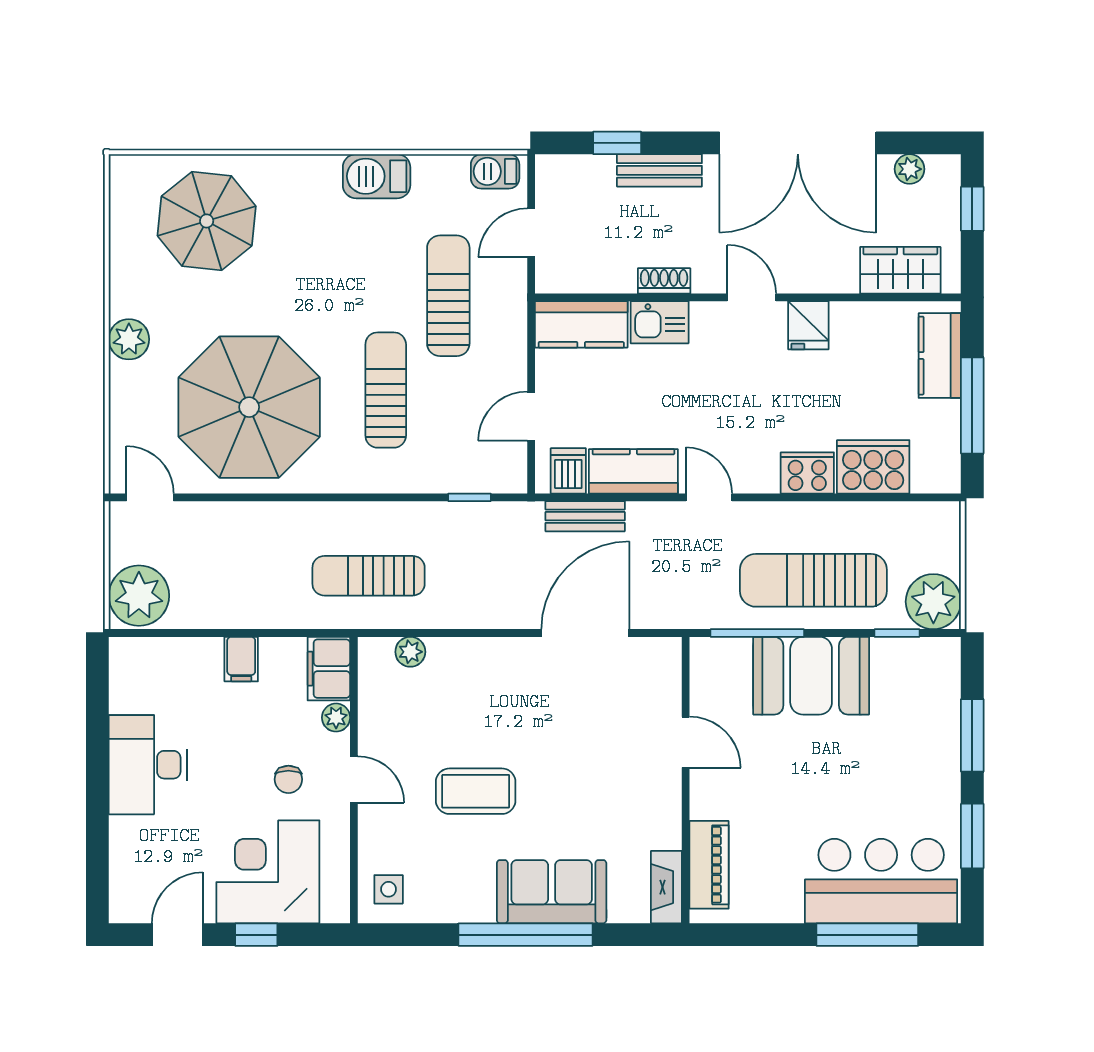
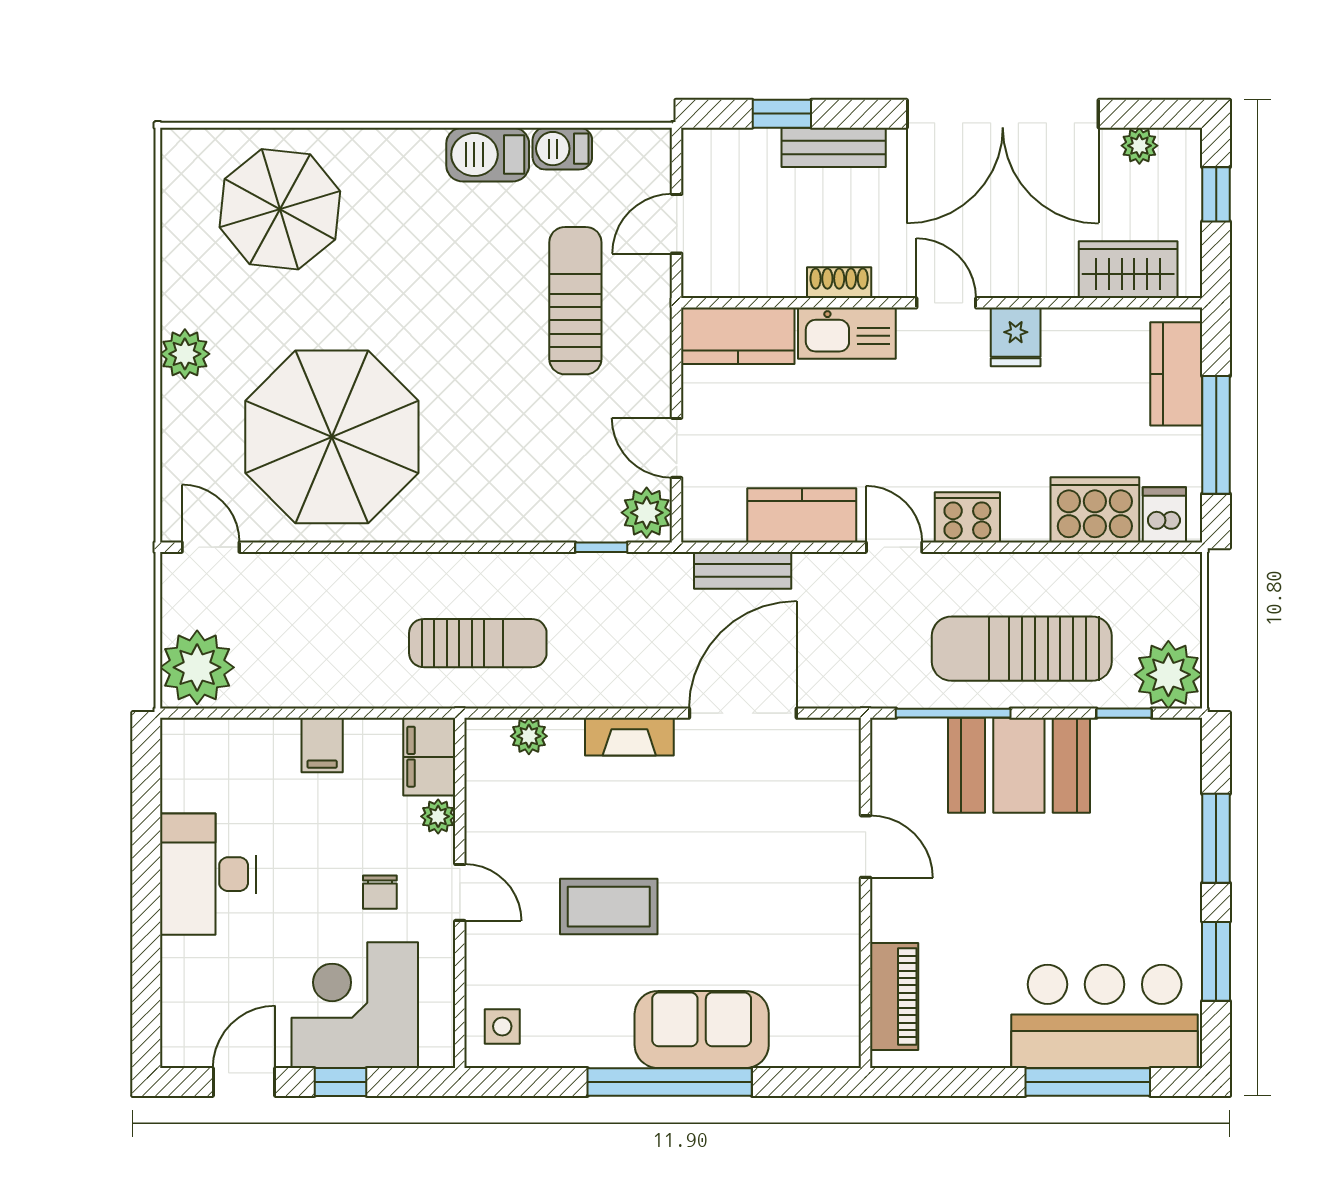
barbecue: (495, 171) -> (562, 149), moved
kitchen sink: (660, 322) -> (847, 333), width x1.38
sun lounger: (386, 390) -> (499, 416), removed
door: (531, 416) -> (677, 448), hinge flipped
plant: (507, 469) -> (647, 513), added
dishwasher: (568, 471) -> (1164, 515), moved
cooker: (807, 473) -> (967, 517), moved
sun lounger: (369, 576) -> (478, 643), turned 180
fireplace: (666, 887) -> (629, 737), moved, turned -90

